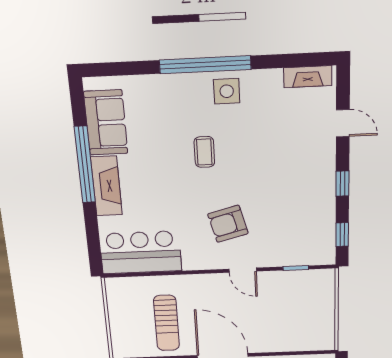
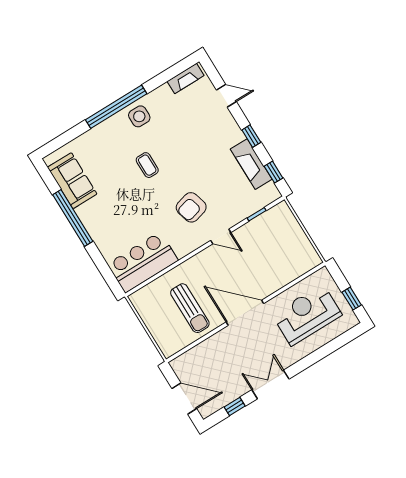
fireplace: (106, 186) -> (251, 164), moved, turned 180

